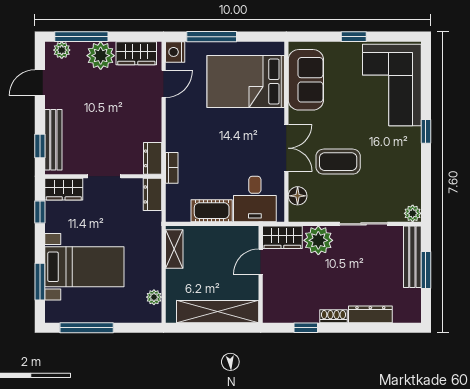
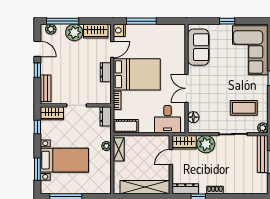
bed: (246, 82) -> (137, 74), moved, turned 180
door: (40, 83) -> (37, 49), swing flipped
bench: (53, 140) -> (46, 88), width x0.73
window: (40, 146) -> (37, 70), moved
double door: (286, 148) -> (186, 88), swing flipped
dresser: (153, 158) -> (106, 72), moved
coffee table: (338, 162) -> (244, 108), moved
cot: (212, 211) -> (126, 126), moved
plant: (154, 297) -> (106, 146), moved
dresser: (370, 314) -> (185, 189), moved

